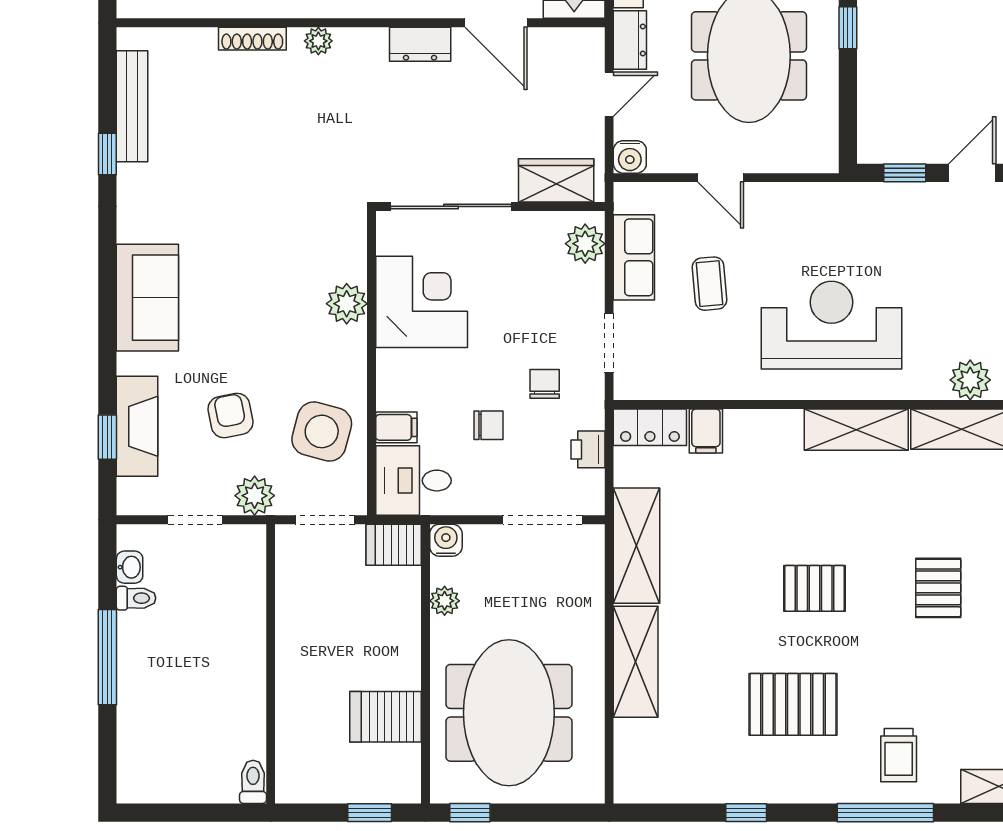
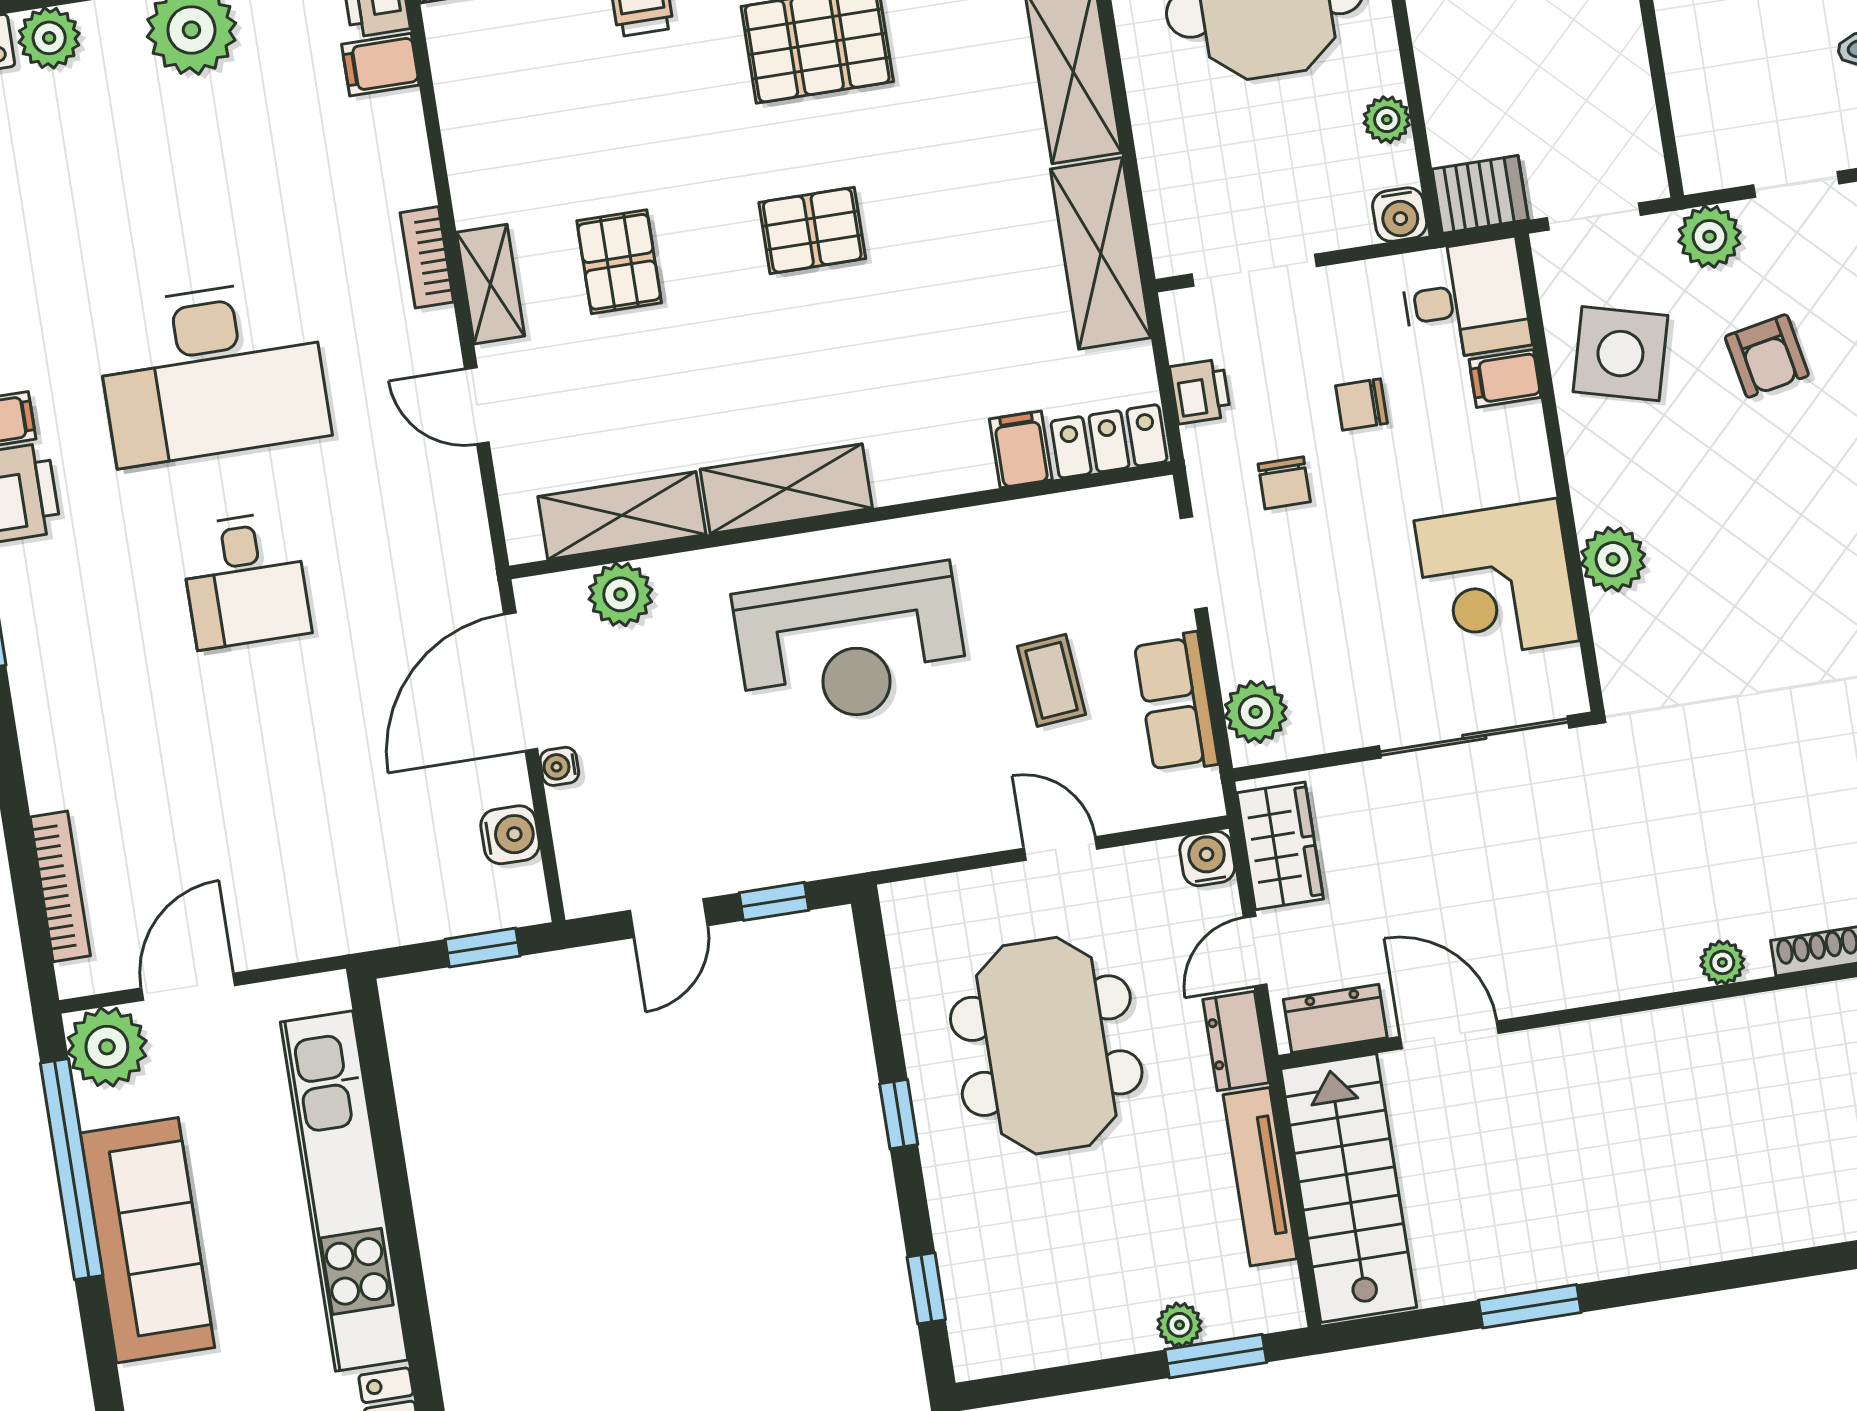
dresser: (420, 44) -> (1335, 1019), moved
wardrobe: (556, 180) -> (1280, 846), moved, turned -90

